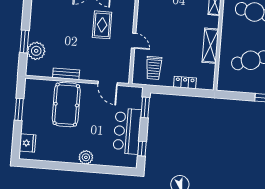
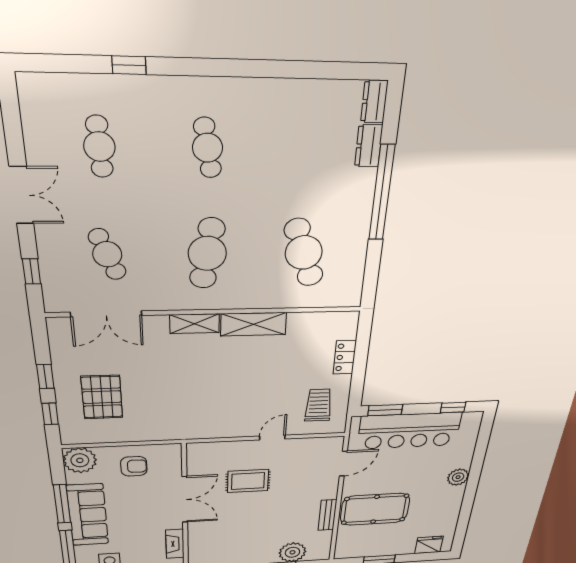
shelving: (210, 46) -> (253, 324), moved
trolley: (154, 68) -> (318, 405), turned -90
bar counter: (127, 131) -> (409, 431), width x1.36

